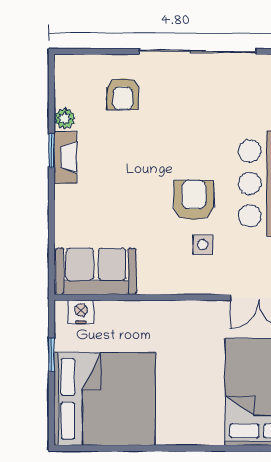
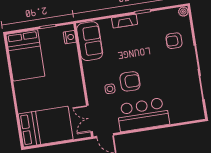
plant: (65, 118) -> (183, 12), moved
fireplace: (65, 157) -> (125, 21), moved
bed: (105, 399) -> (25, 55), width x0.73

